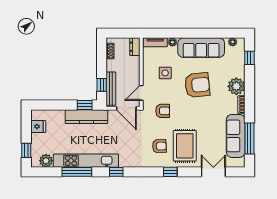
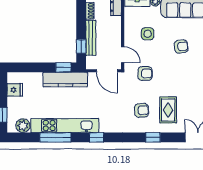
armchair: (197, 85) -> (181, 46), width x0.53, depth x0.53
bench: (111, 89) -> (91, 38), moved
door: (141, 93) -> (123, 55), swing flipped
rug: (185, 146) -> (168, 110), width x0.73, depth x0.70

